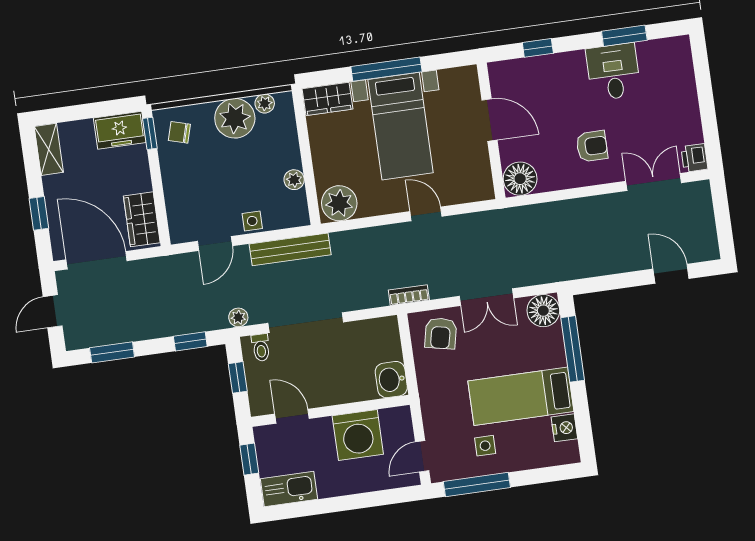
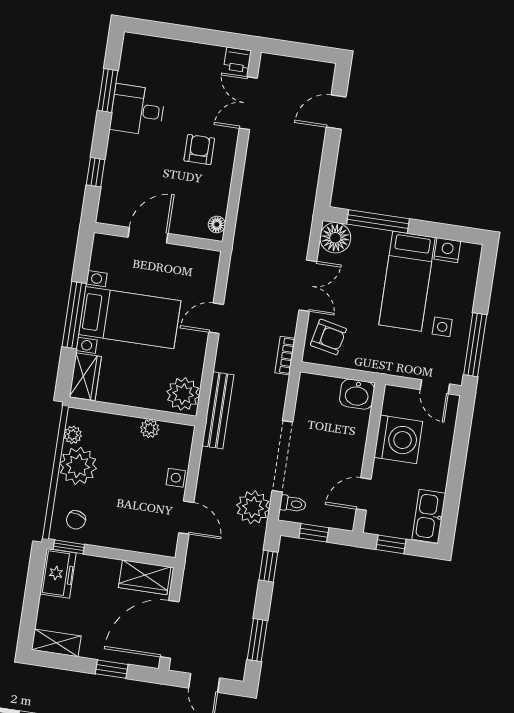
floor lamp: (520, 179) -> (217, 224), width x0.53, depth x0.53
bench: (290, 249) -> (218, 410), moved
plant: (238, 317) -> (253, 507), width x1.88, depth x1.88

